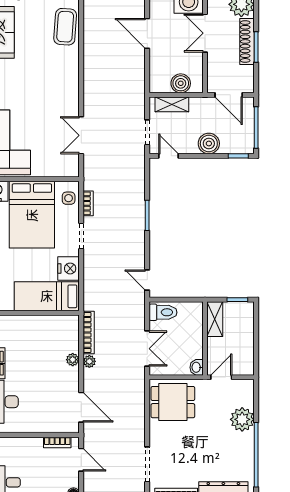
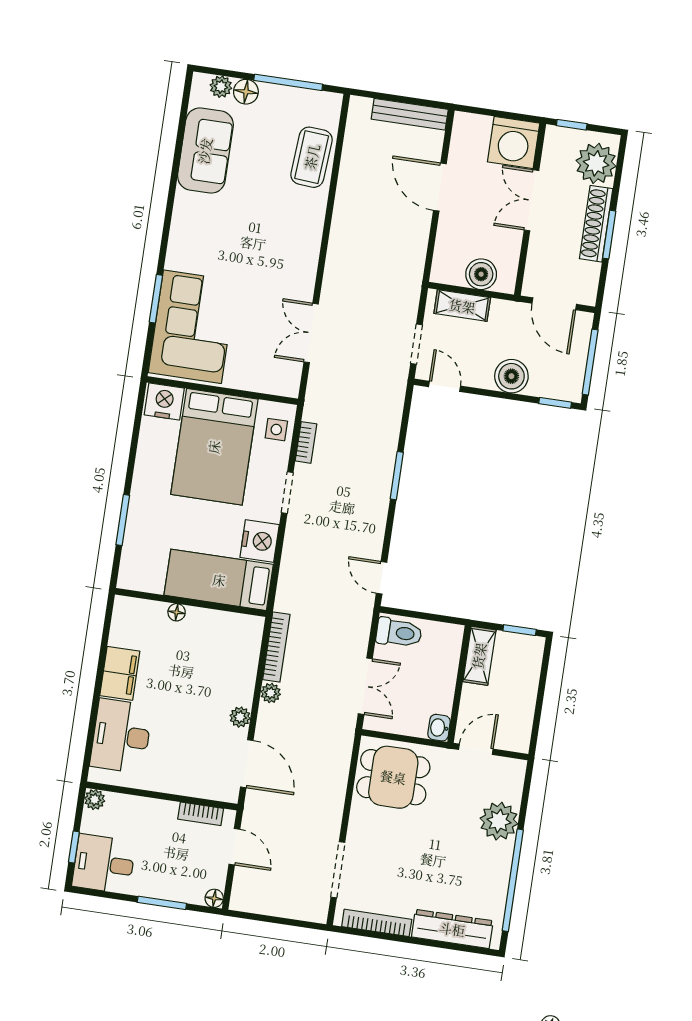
floor lamp: (24, 320) -> (177, 612), added
plant: (73, 360) -> (240, 717), moved

